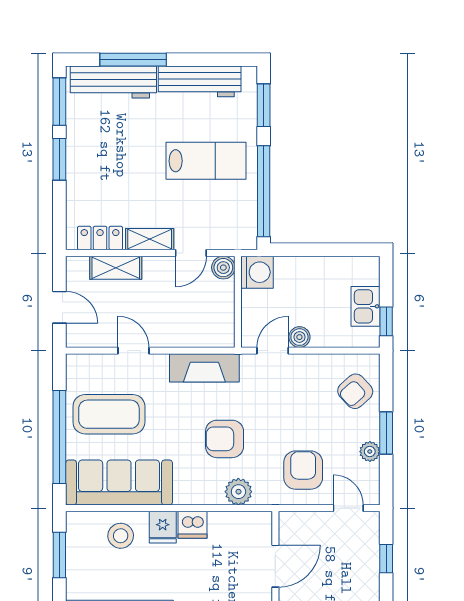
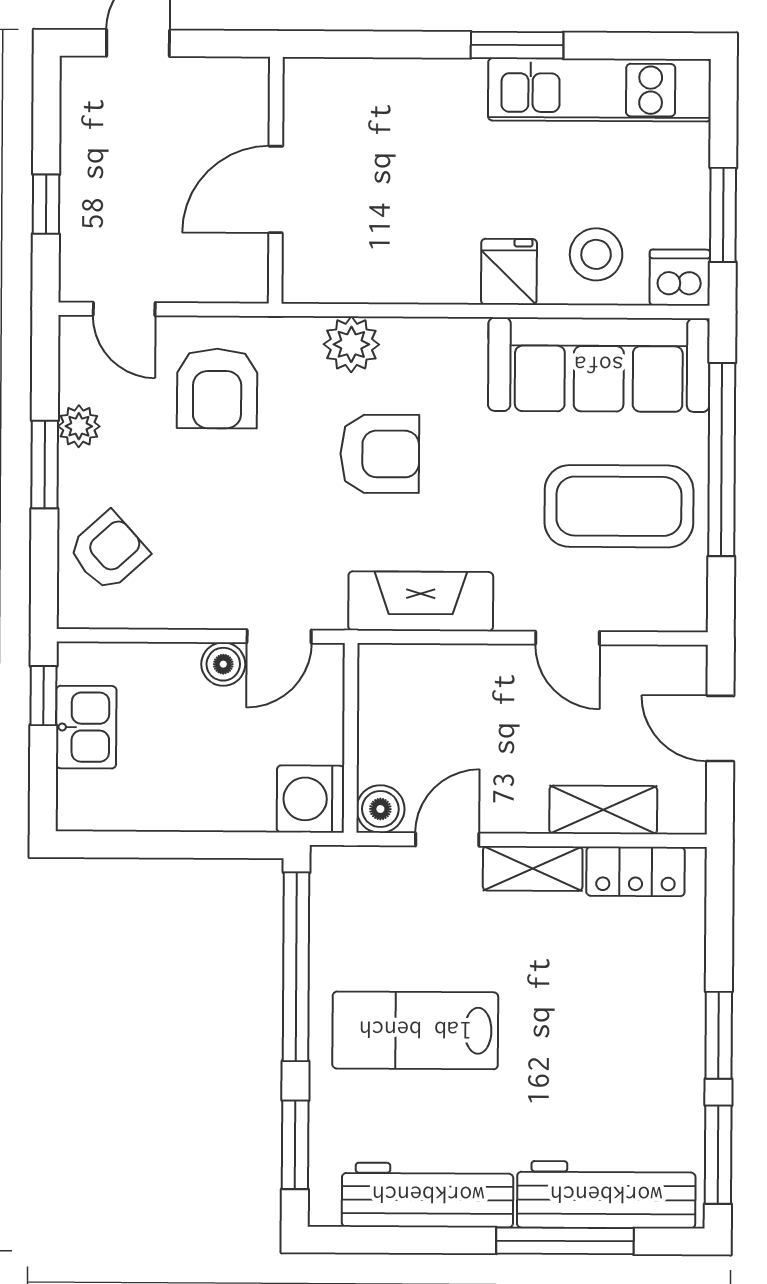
dishwasher: (192, 525) -> (680, 278), moved

